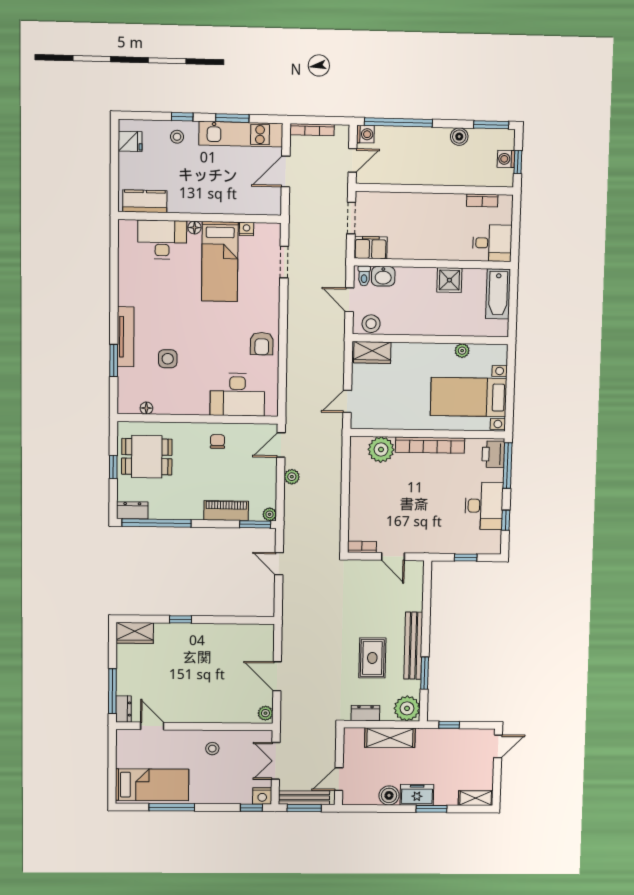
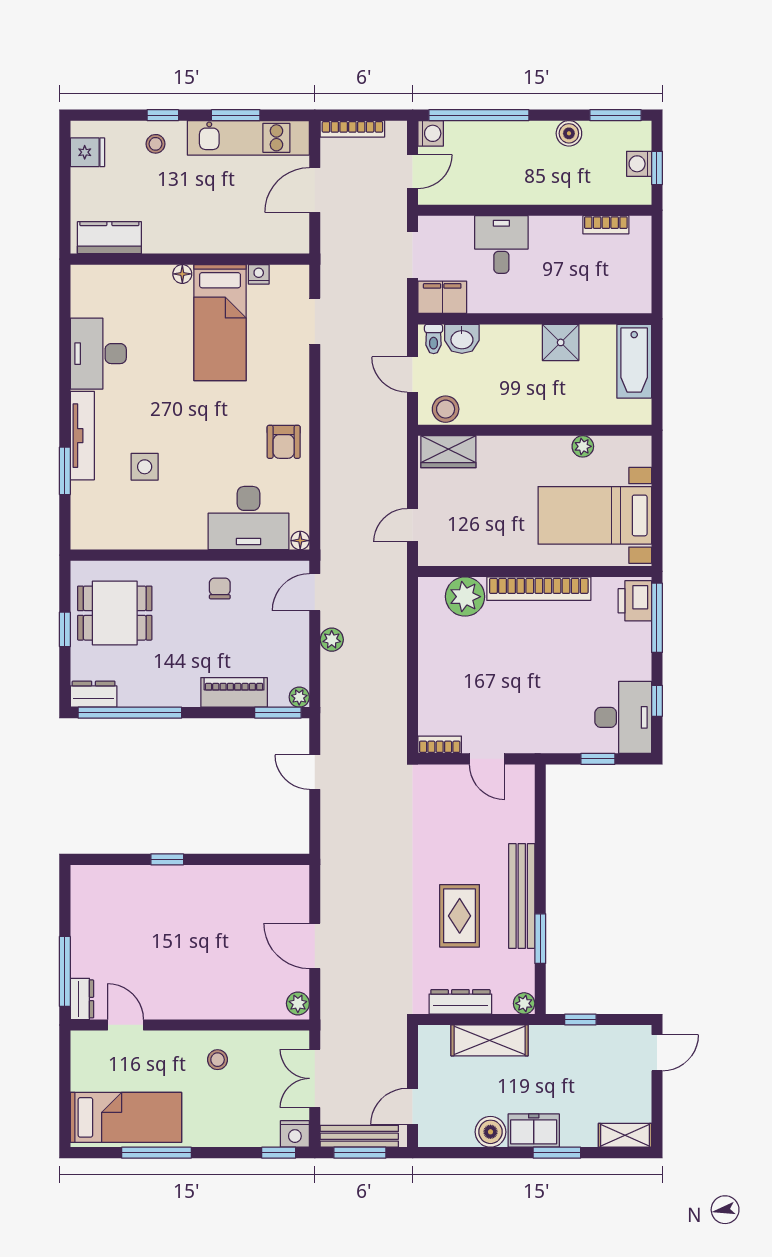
desk: (162, 240) -> (98, 354), moved, turned -90
desk: (492, 243) -> (501, 244), moved, turned -90
floor lamp: (146, 408) -> (300, 541), moved
desk: (484, 506) -> (623, 717), moved
wardrobe: (135, 633) -> (98, 881), removed
plant: (407, 708) -> (524, 1003), width x0.53, depth x0.53
dresser: (365, 713) -> (460, 1002), width x1.44

